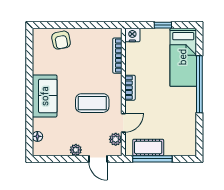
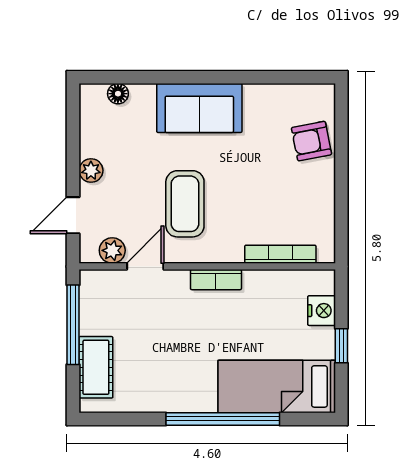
nightstand: (132, 35) -> (322, 311), moved
door: (123, 123) -> (145, 266), swing flipped
cot: (148, 147) -> (96, 367), moved

